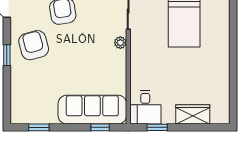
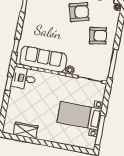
sofa: (92, 110) -> (43, 59), moved, turned -90
wardrobe: (193, 114) -> (26, 130), moved, turned -90

